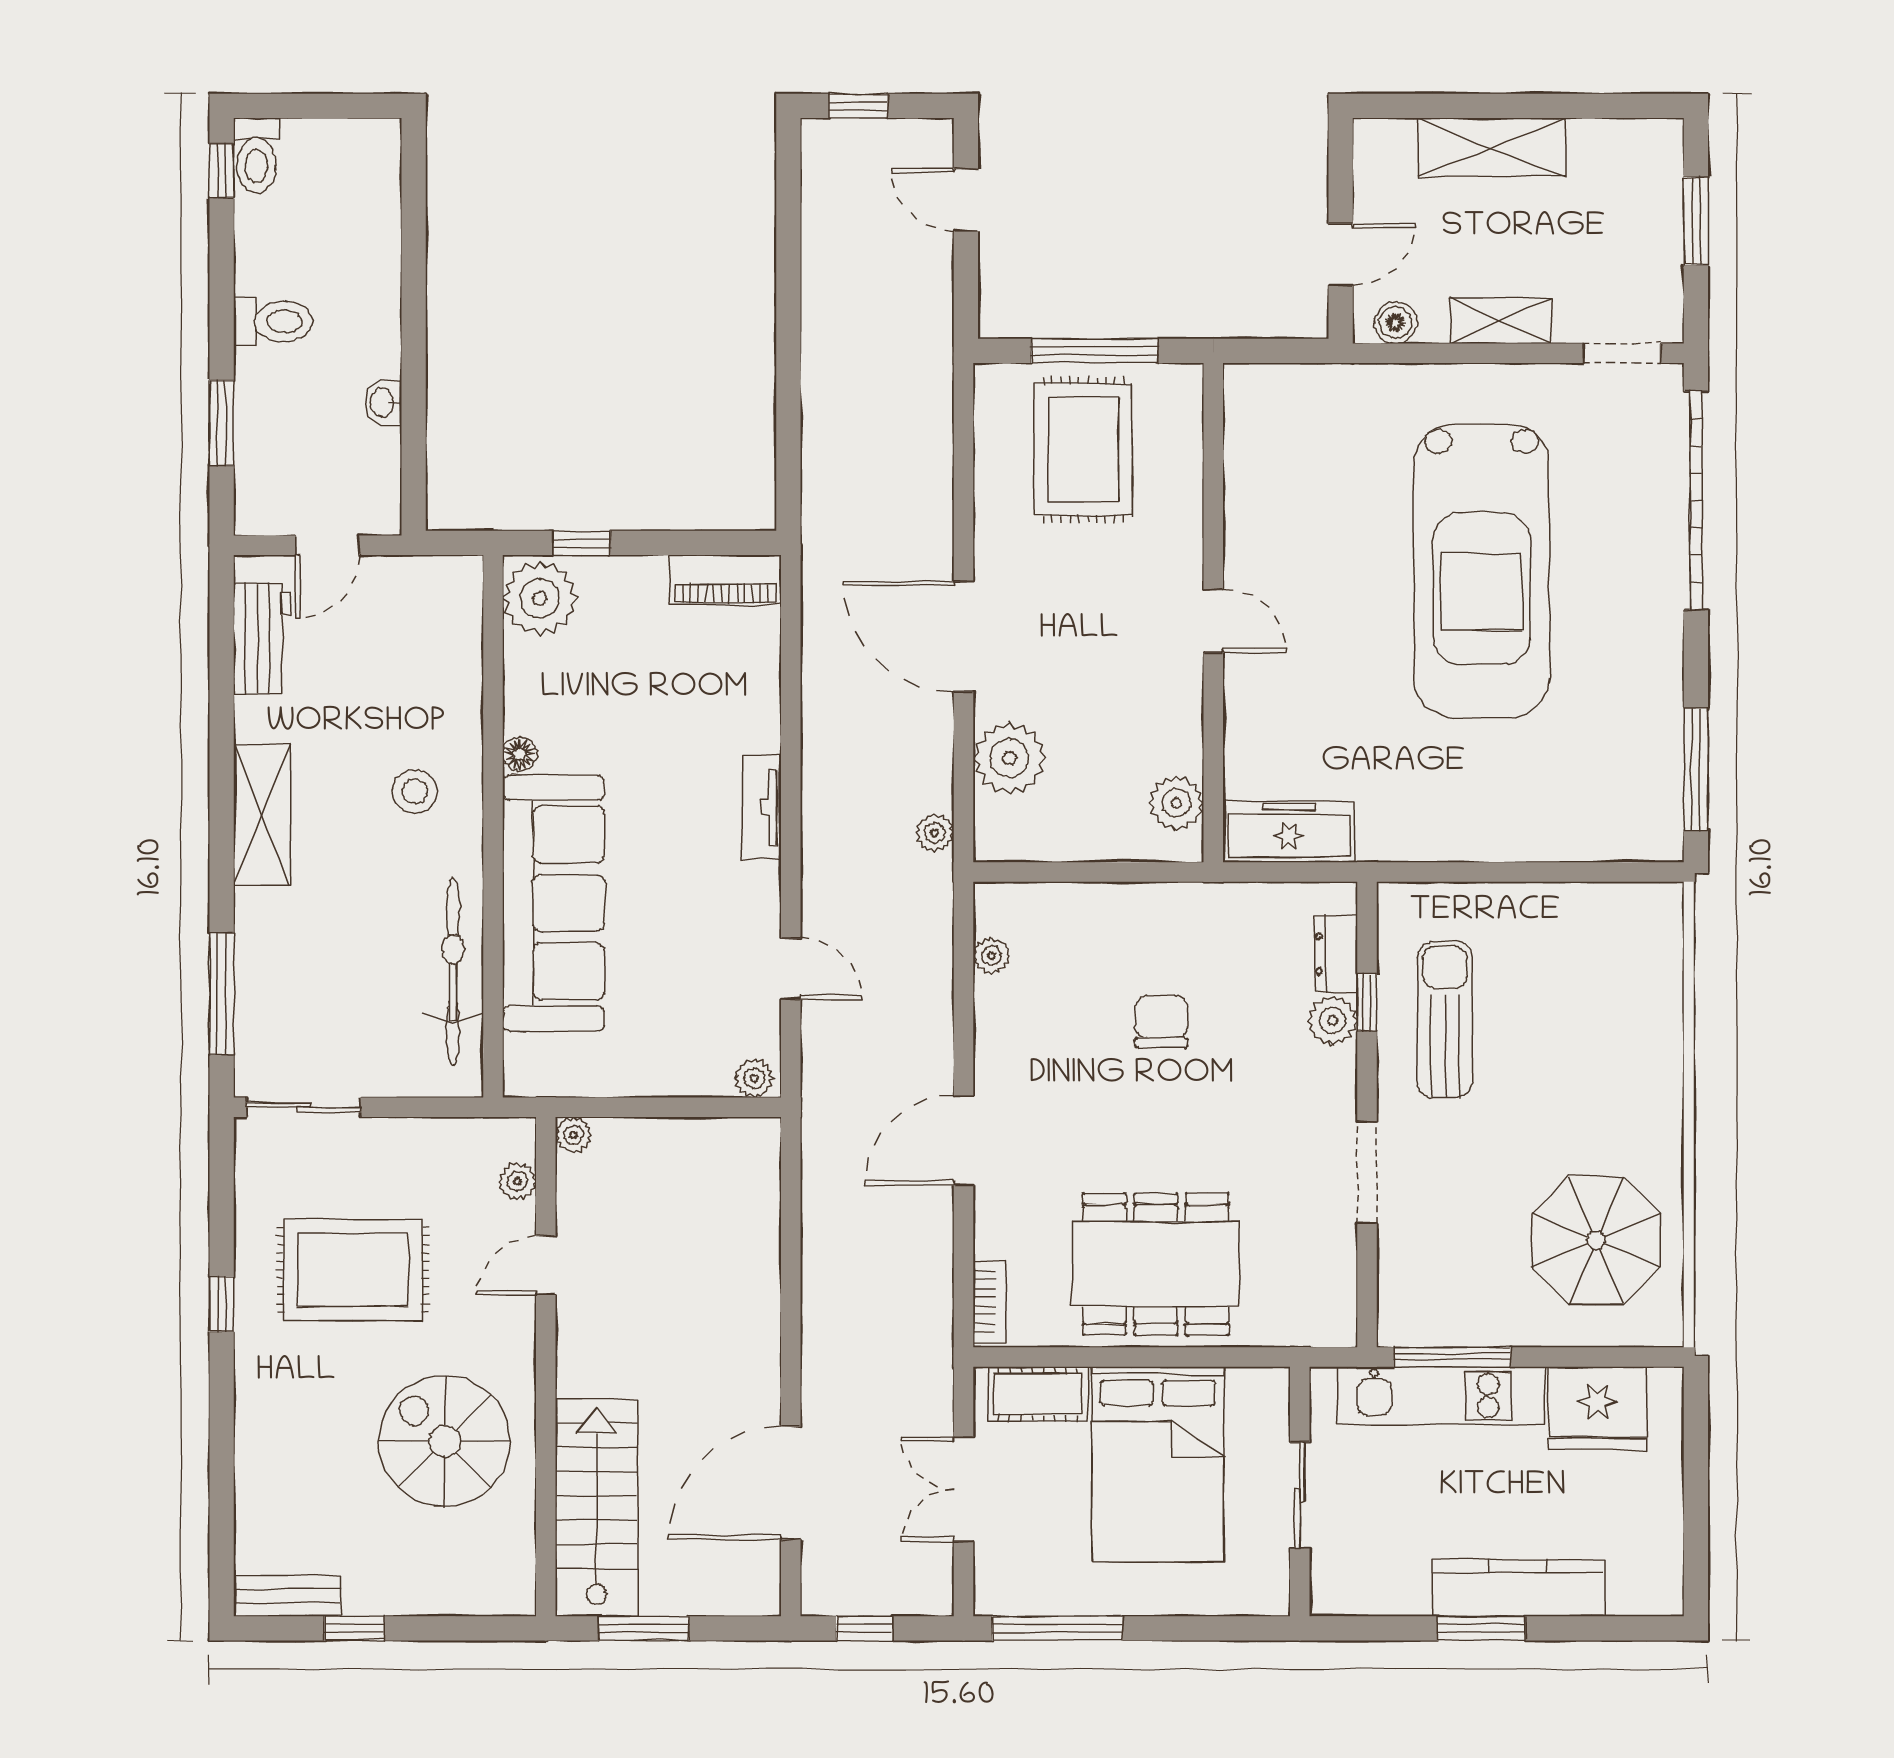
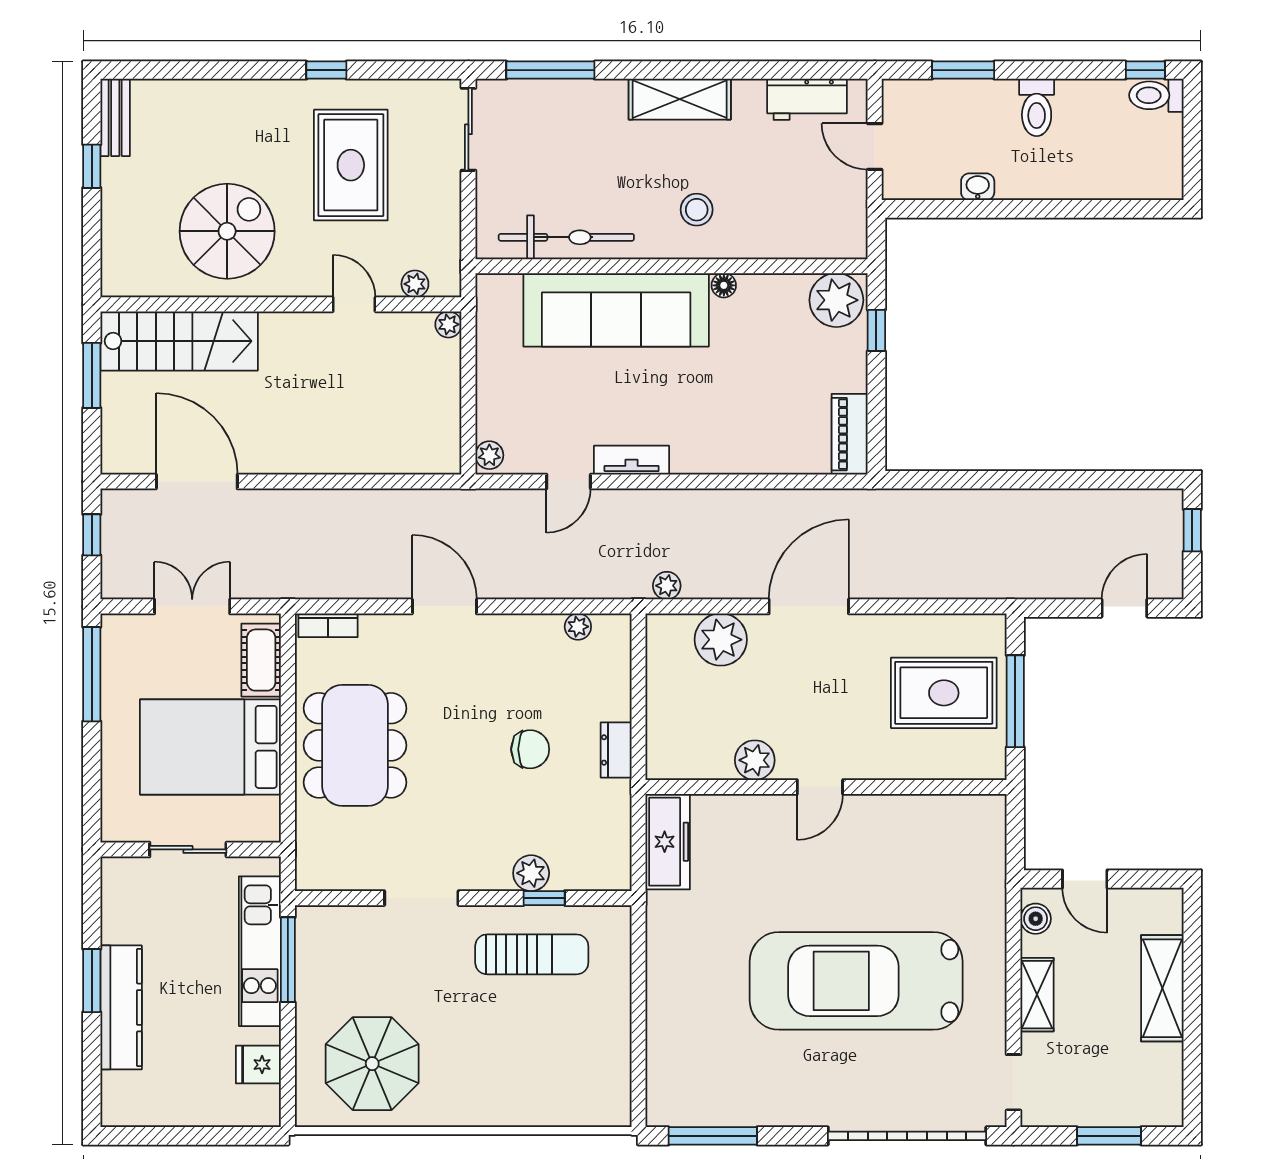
plant: (1176, 803) -> (755, 760), moved
tv unit: (761, 807) -> (632, 460), moved
dresser: (1336, 954) -> (616, 750), moved, turned -90
fridge: (1597, 1408) -> (258, 1065), width x0.53, depth x0.75

